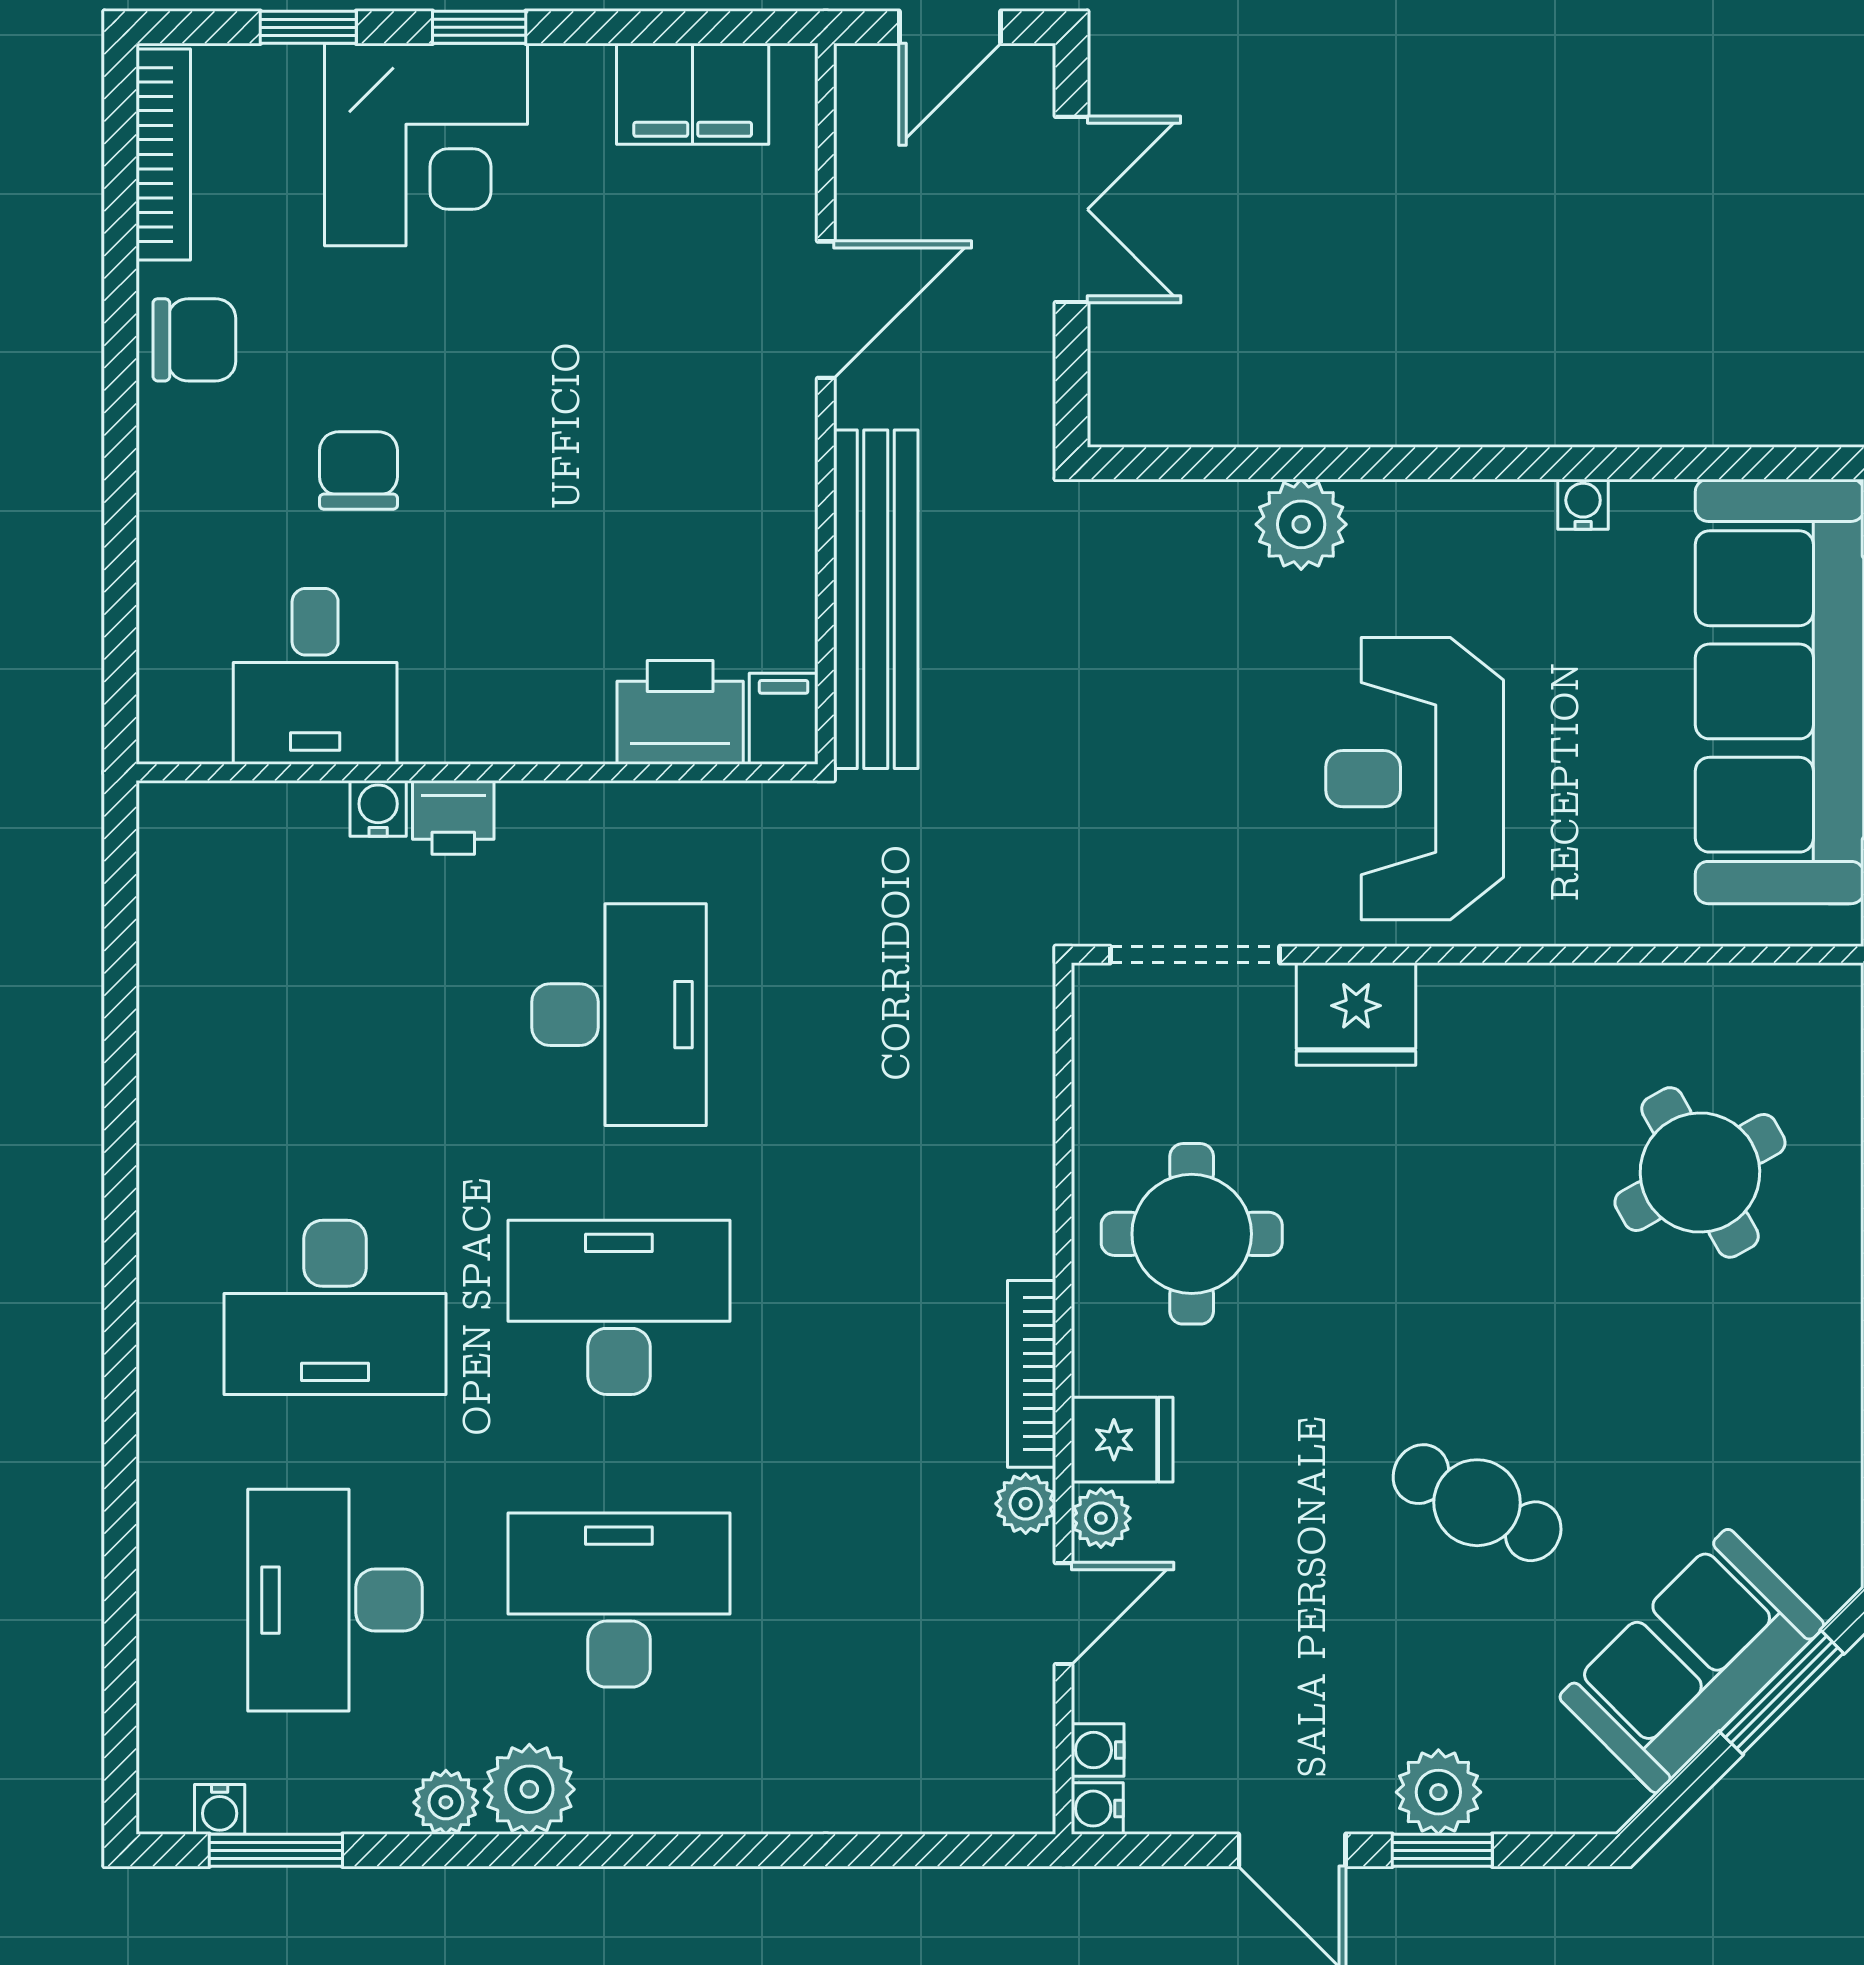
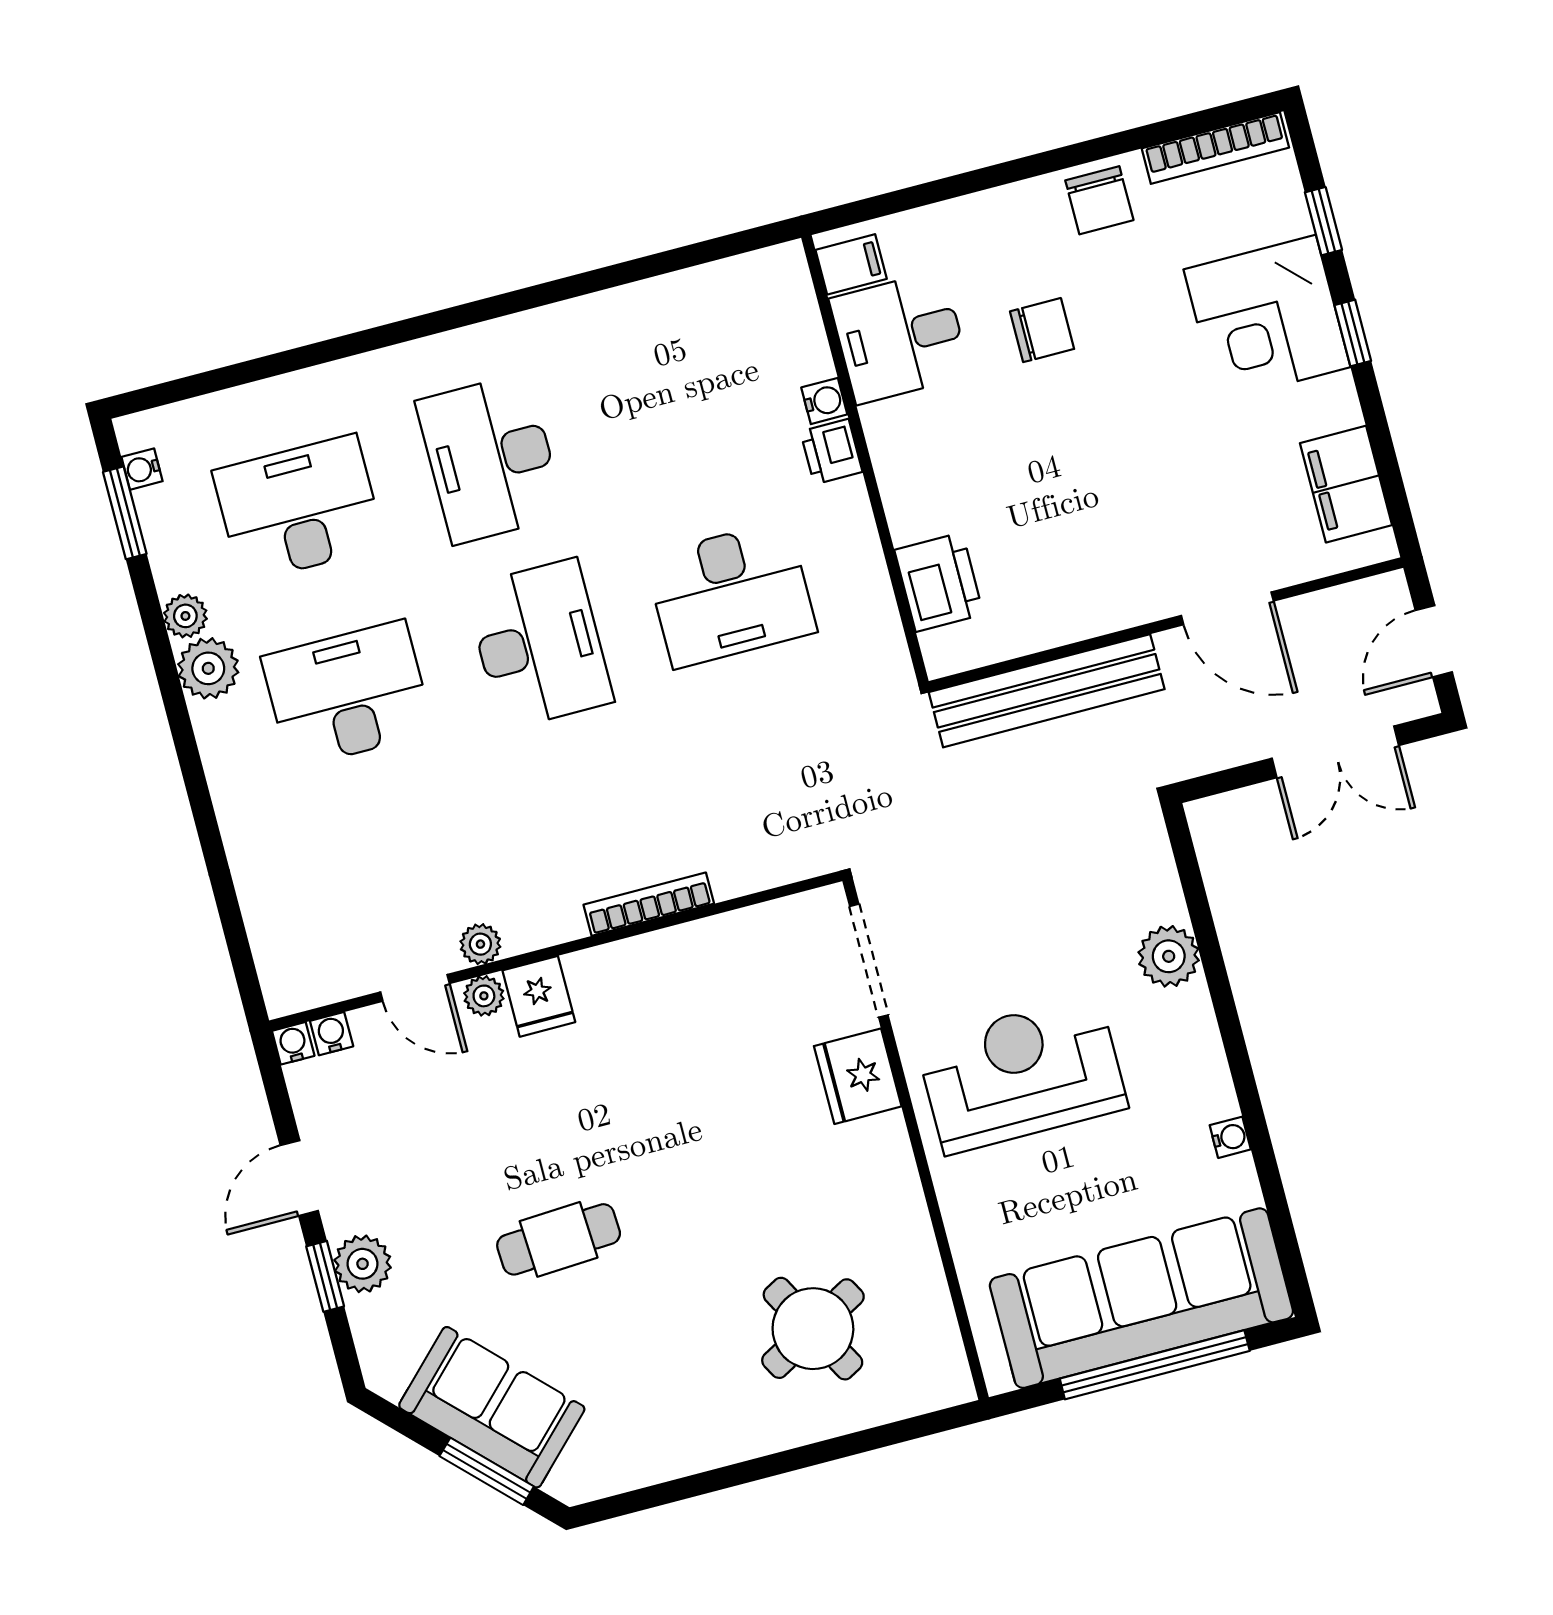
door: (950, 27) -> (1434, 641), hinge flipped
filing cabinet: (784, 719) -> (851, 264), moved
round table: (1192, 1234) -> (685, 1006), removed
bookcase: (1032, 1374) -> (649, 904), moved
cafe table: (1477, 1503) -> (559, 1239), turned 60
desk: (619, 1600) -> (347, 695), turned -90

